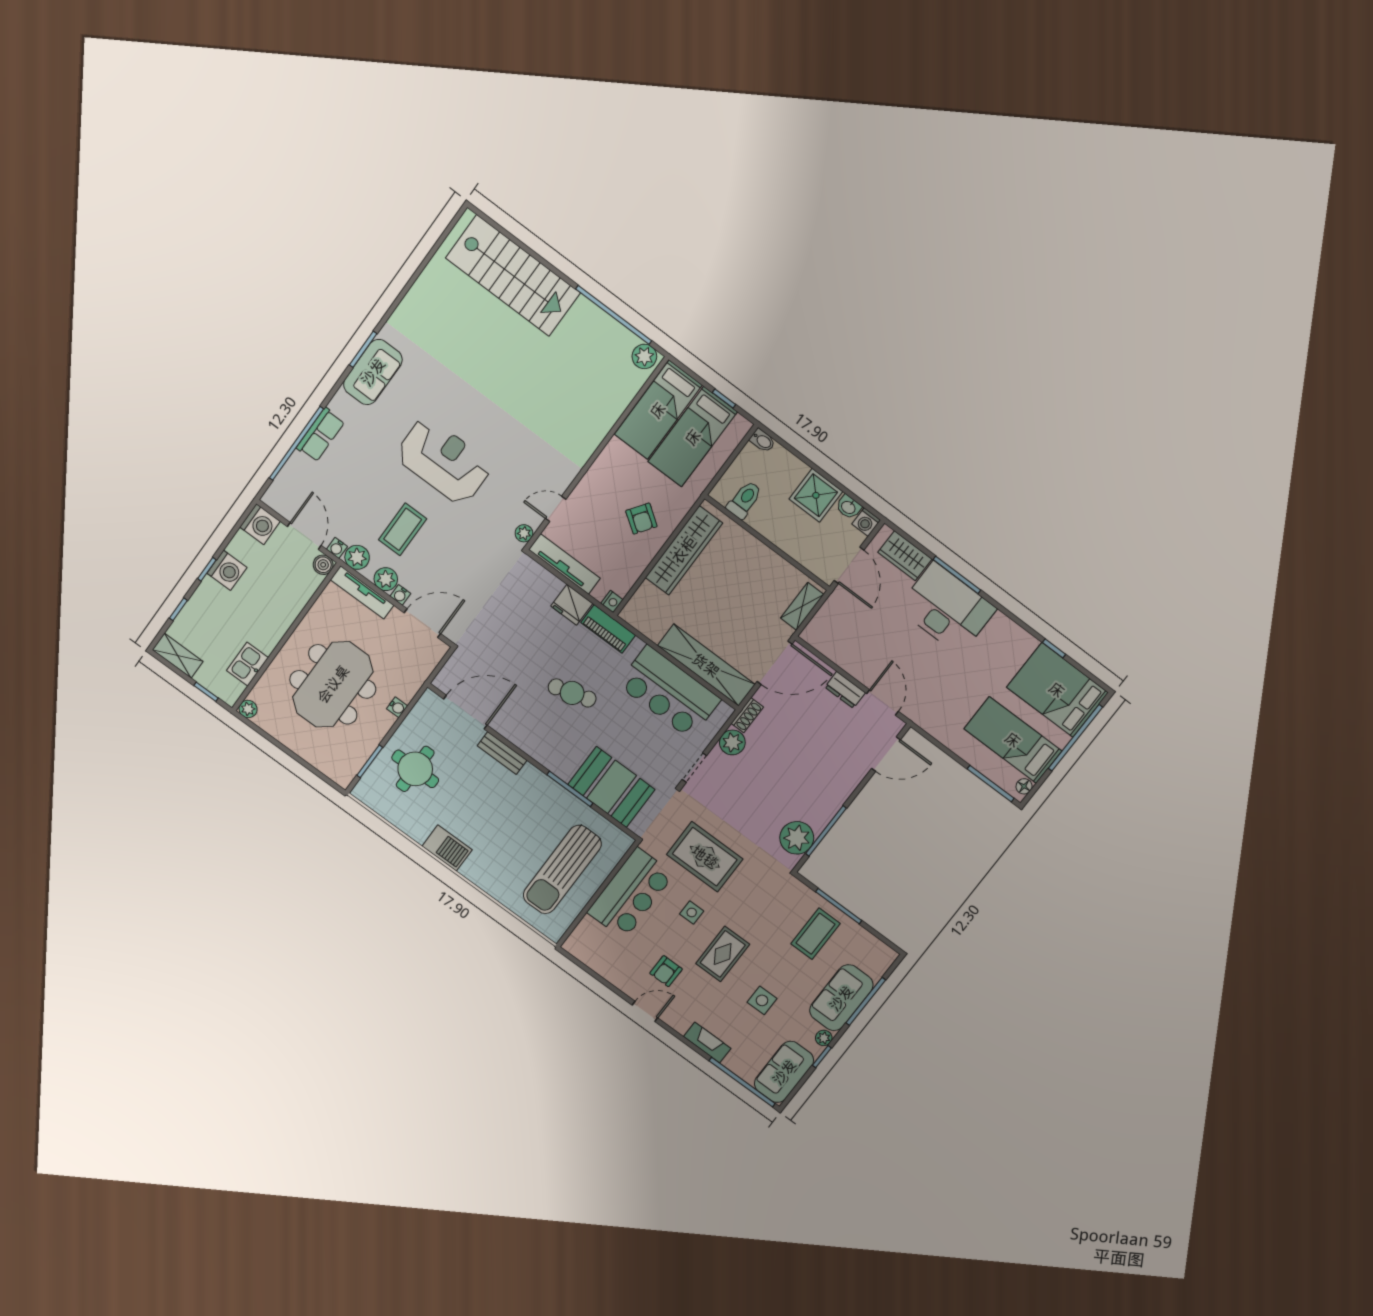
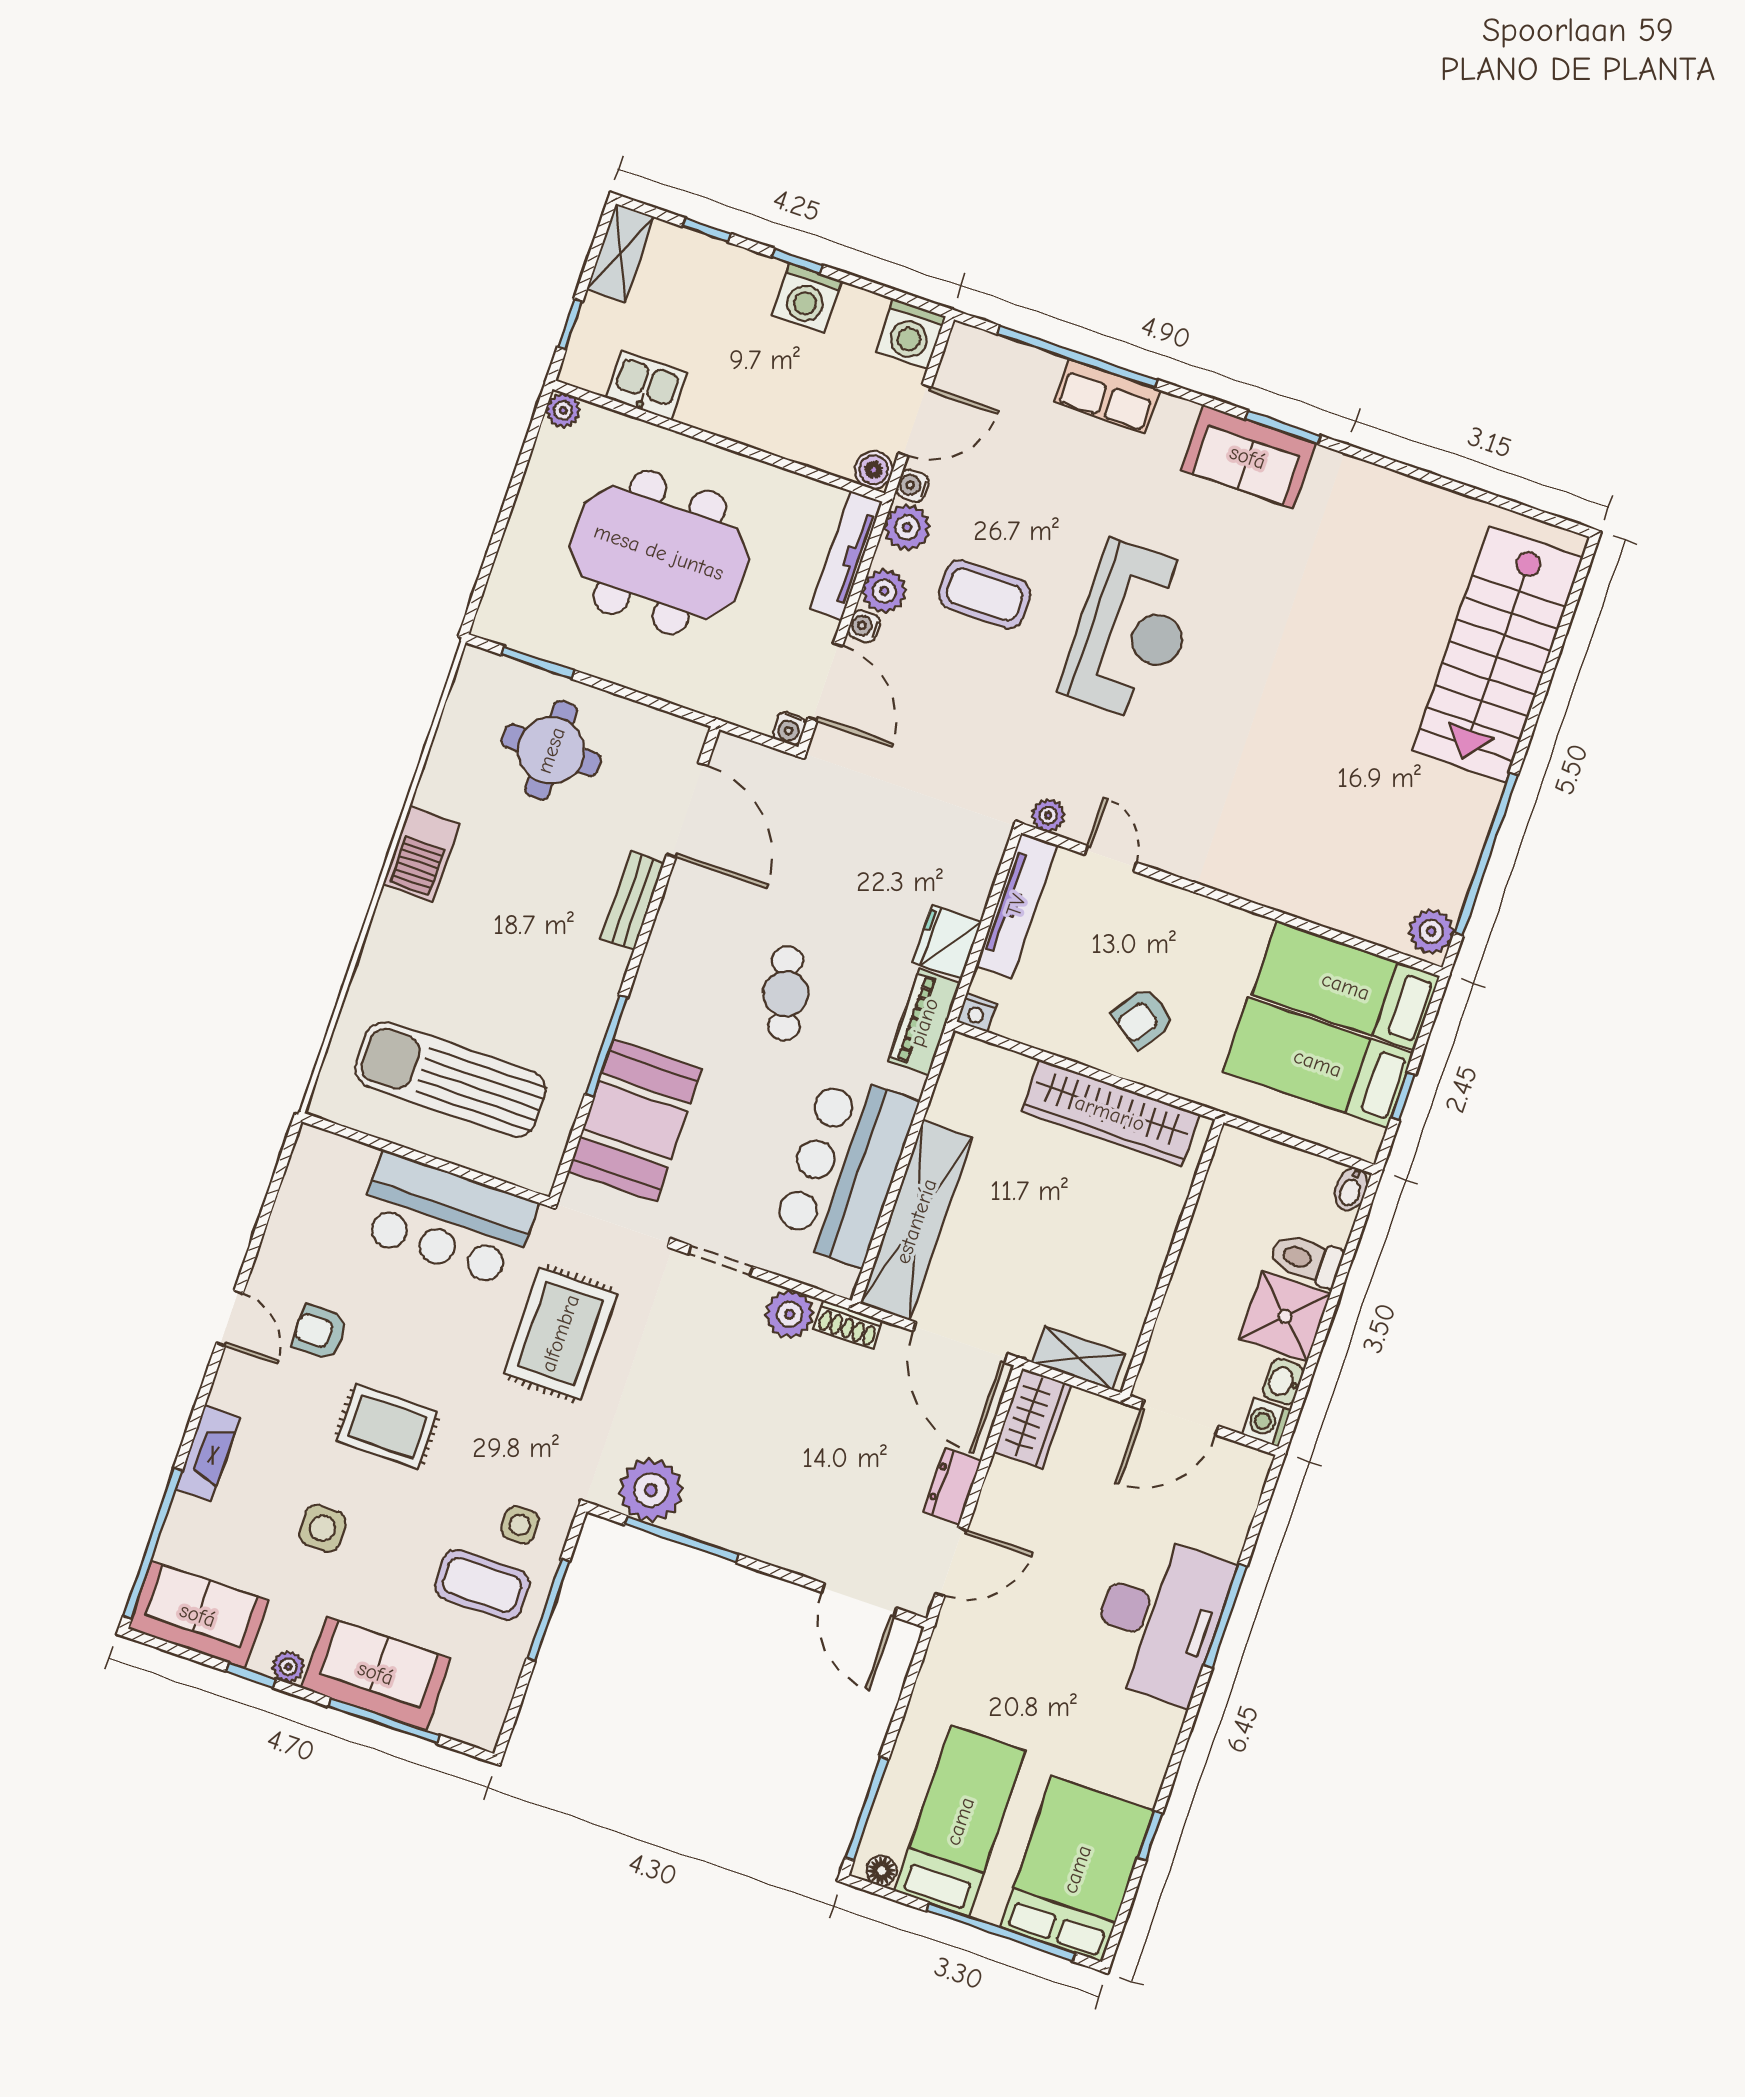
toilet: (744, 500) -> (1306, 1260), moved, turned 180
wardrobe: (905, 556) -> (1032, 1419), moved, turned 180
water cooler: (397, 707) -> (789, 729), moved
side table: (692, 912) -> (520, 1525), moved

